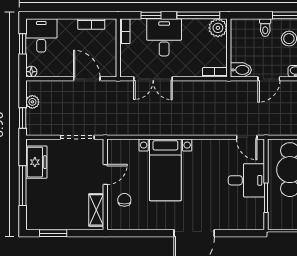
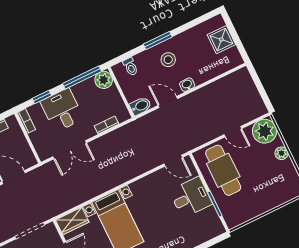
toilet: (265, 28) -> (130, 67), moved
bookcase: (215, 72) -> (107, 125), moved
door: (269, 79) -> (168, 102), swing flipped
wardrobe: (122, 148) -> (72, 221), added

